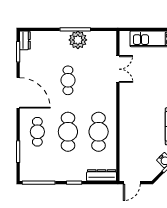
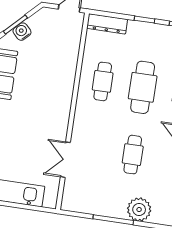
plant: (78, 40) -> (139, 210), moved
cafe table: (99, 132) -> (103, 81), width x0.73, depth x0.74

